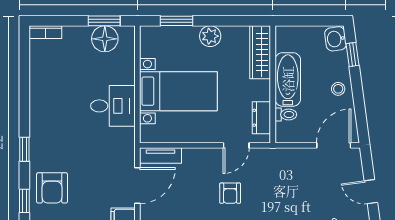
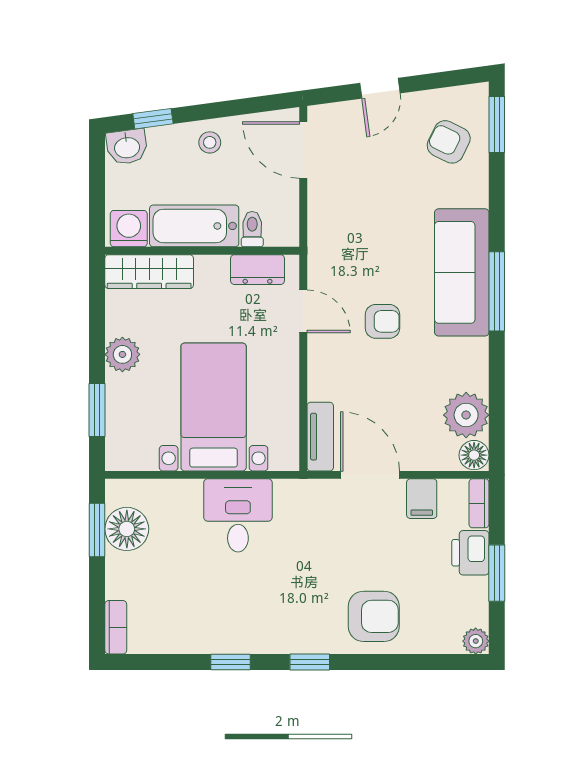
washing machine: (286, 40) -> (129, 229), added
window: (24, 201) -> (231, 662), moved

